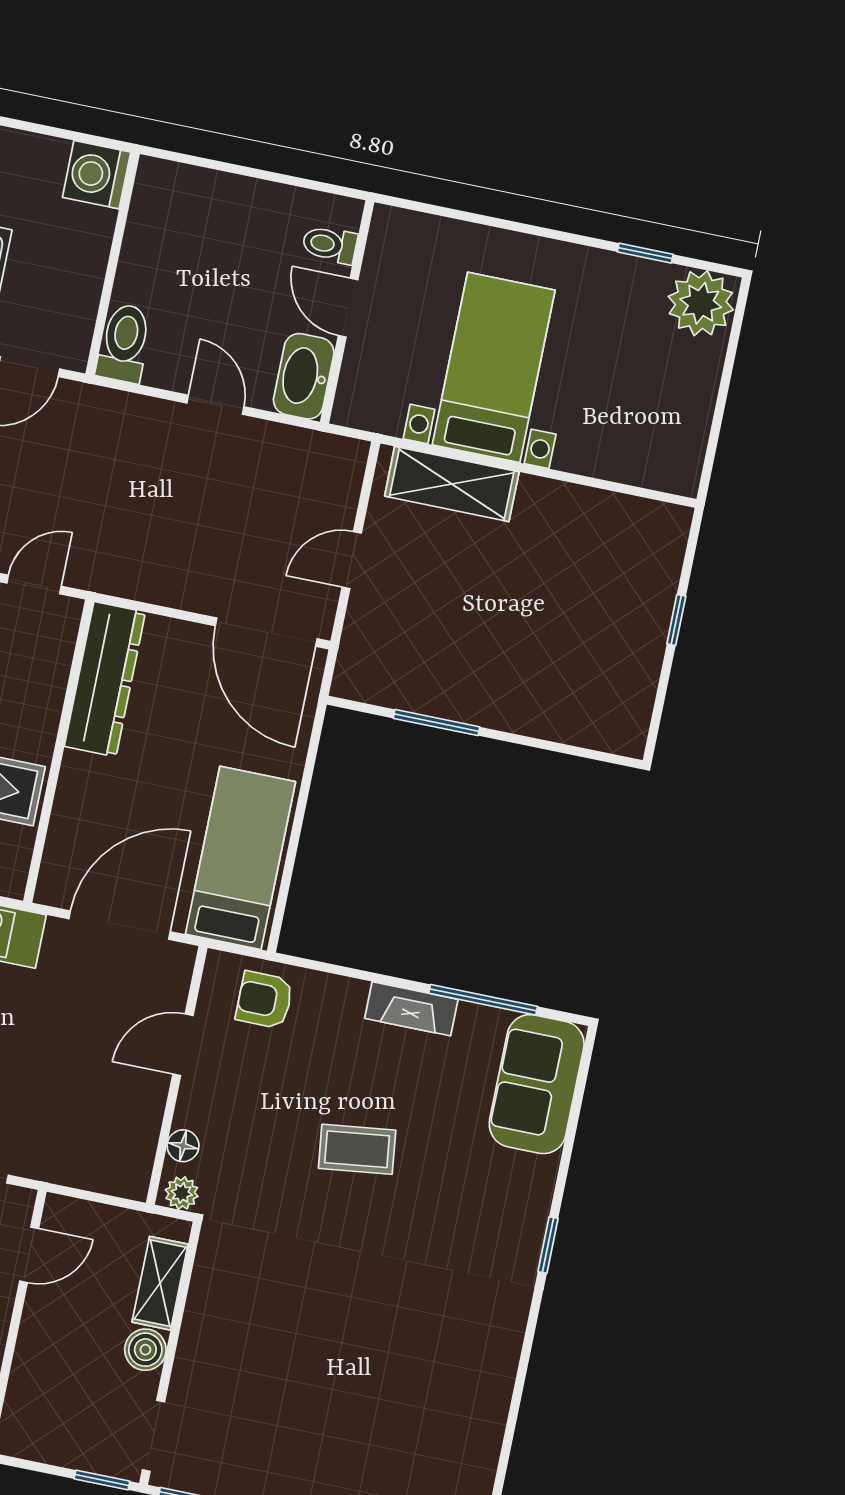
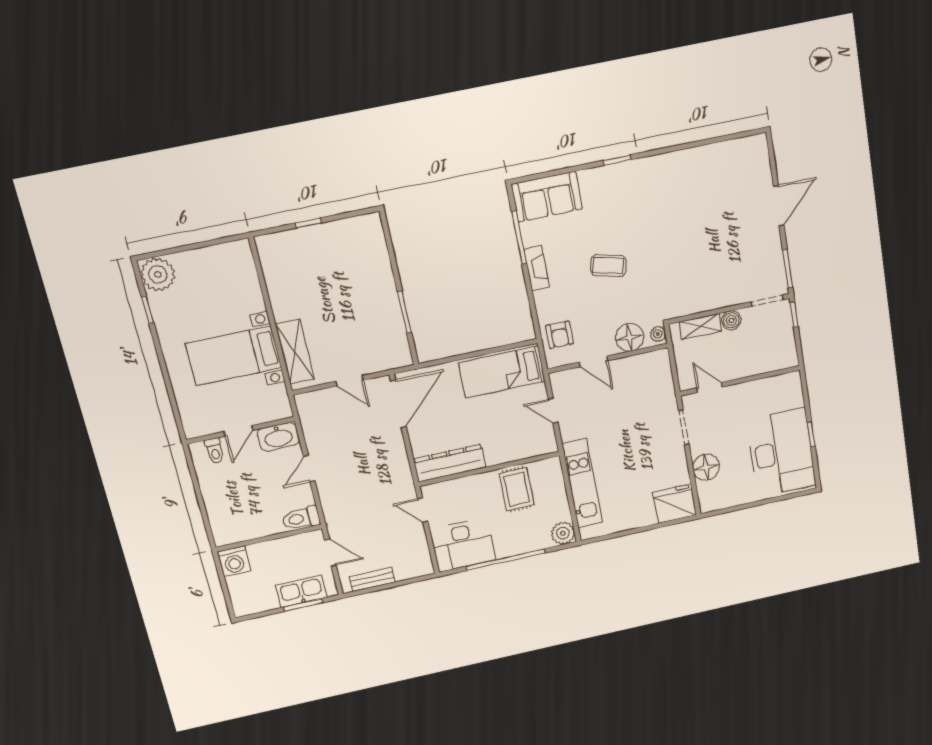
door: (120, 925) -> (553, 411), width x0.53
floor lamp: (183, 1146) -> (630, 337), width x1.89, depth x1.89
coffee table: (357, 1149) -> (608, 266), turned -69

